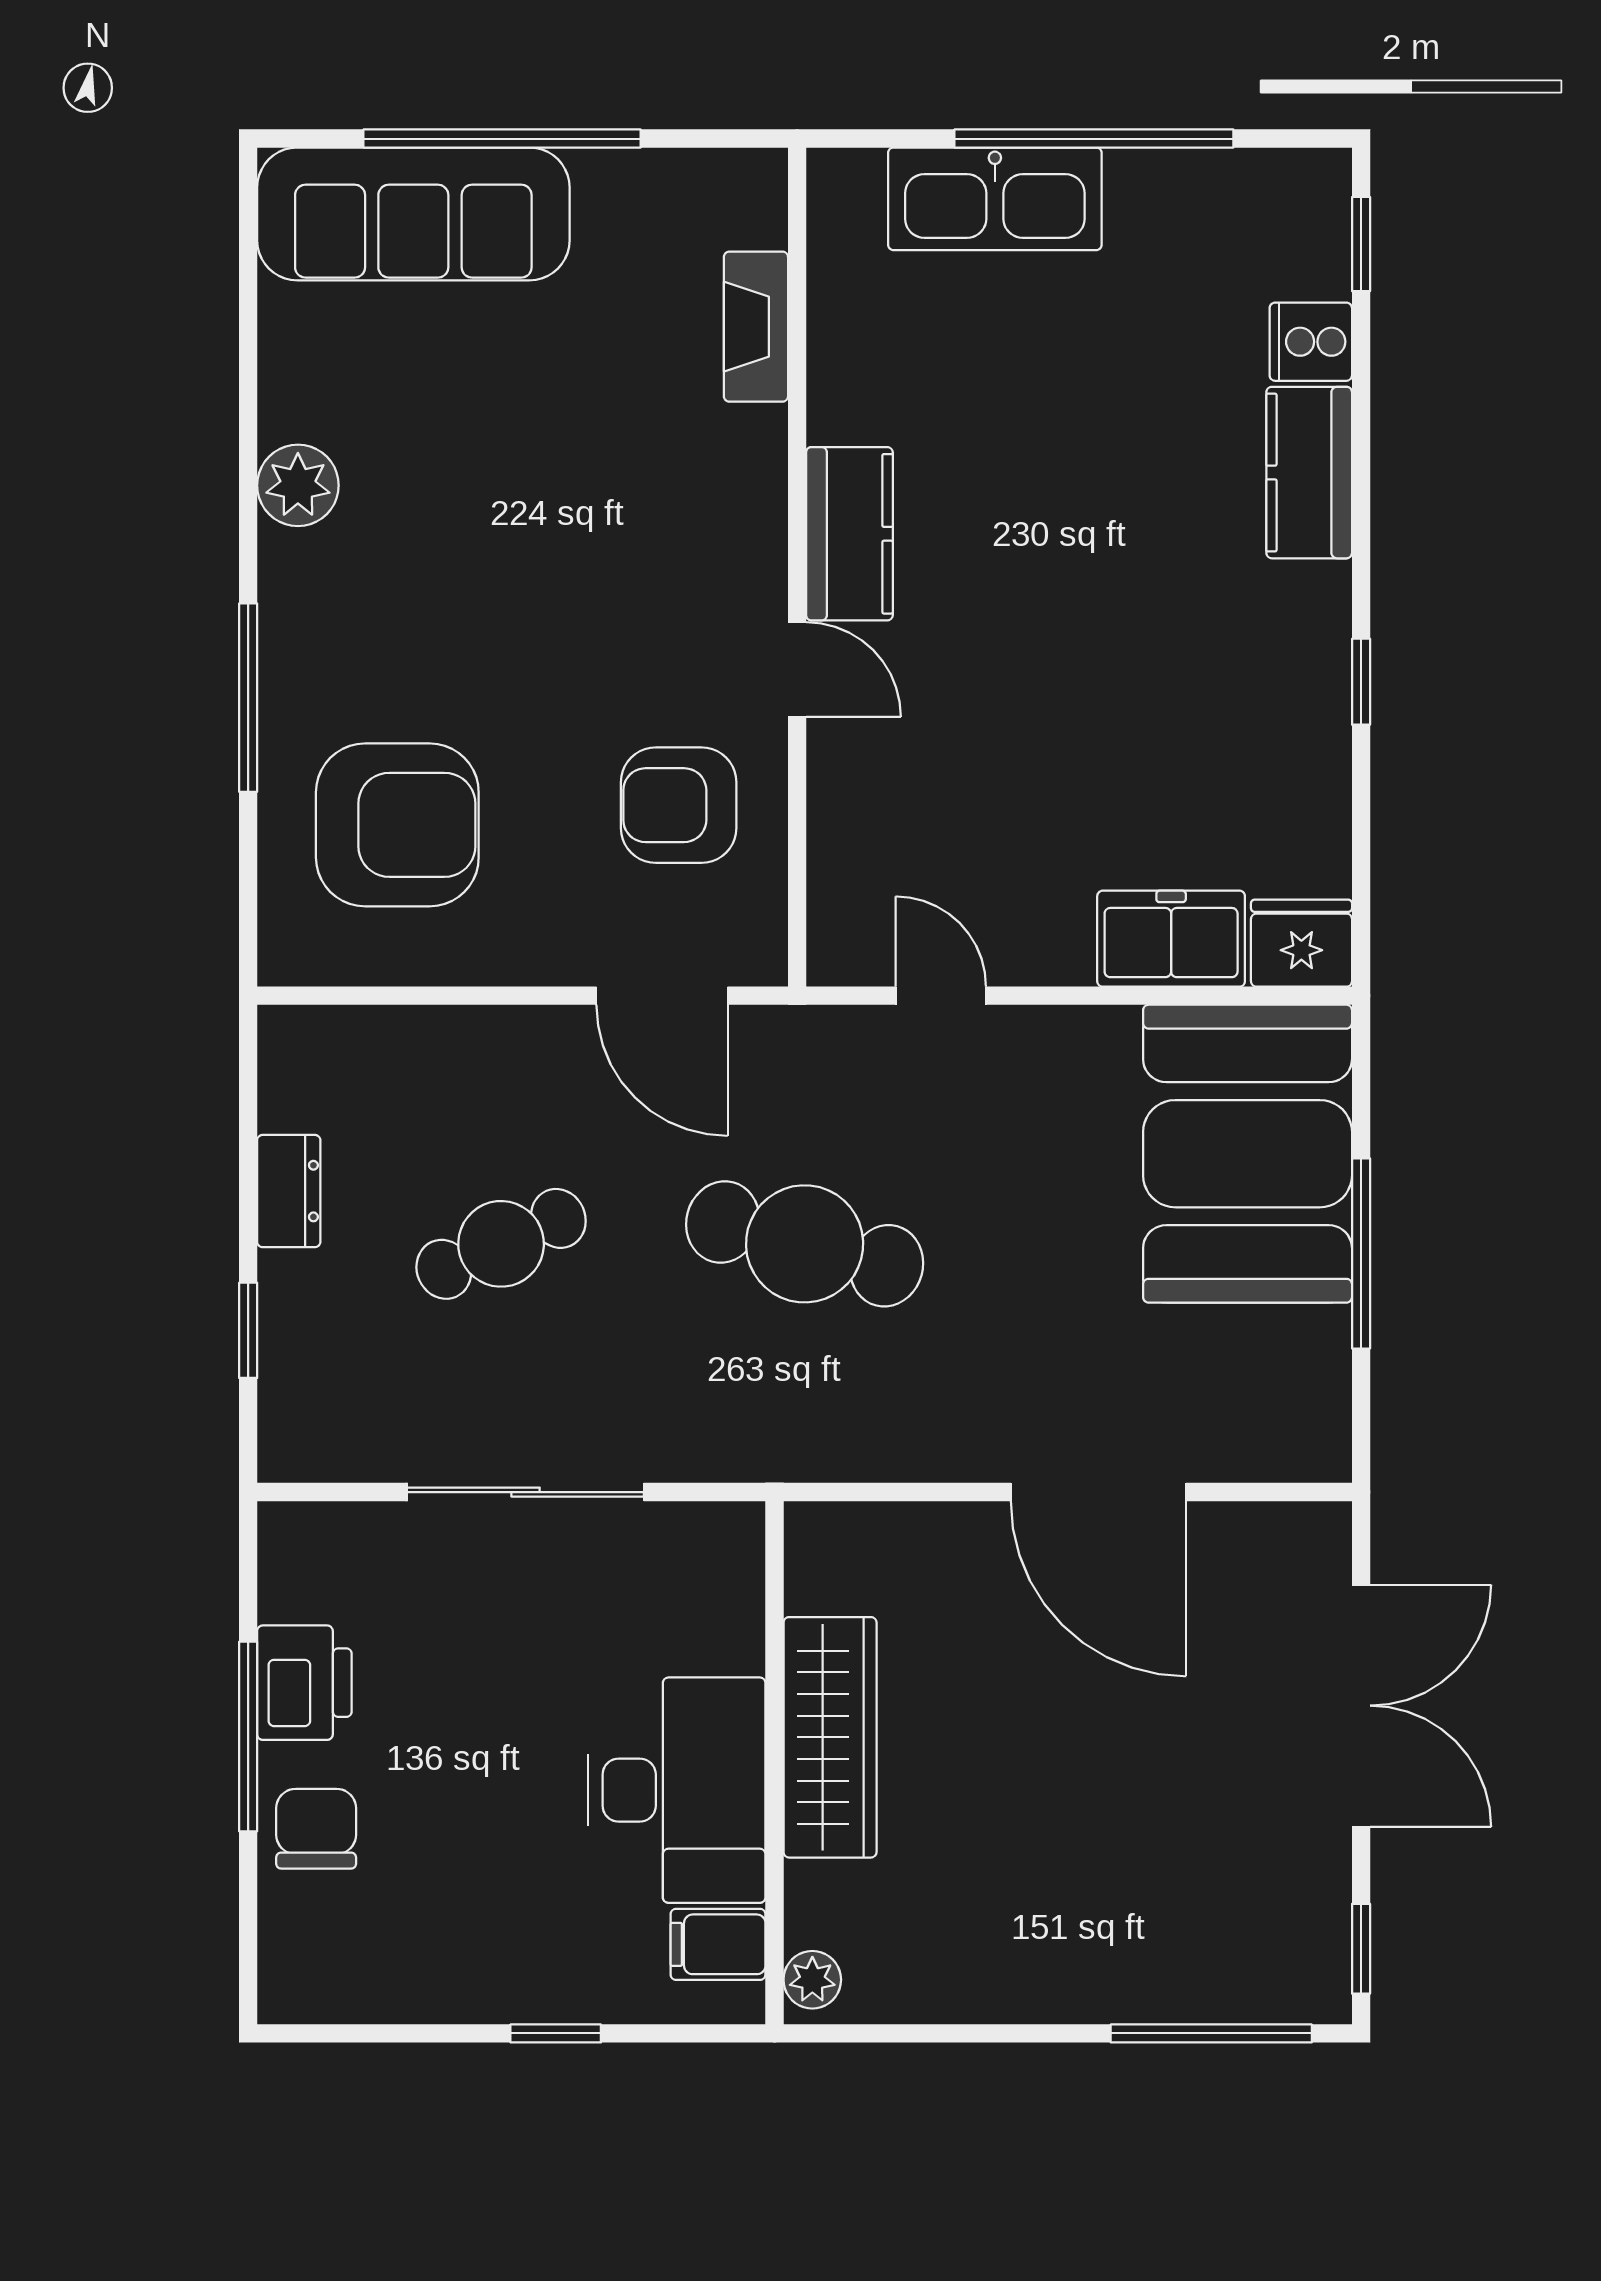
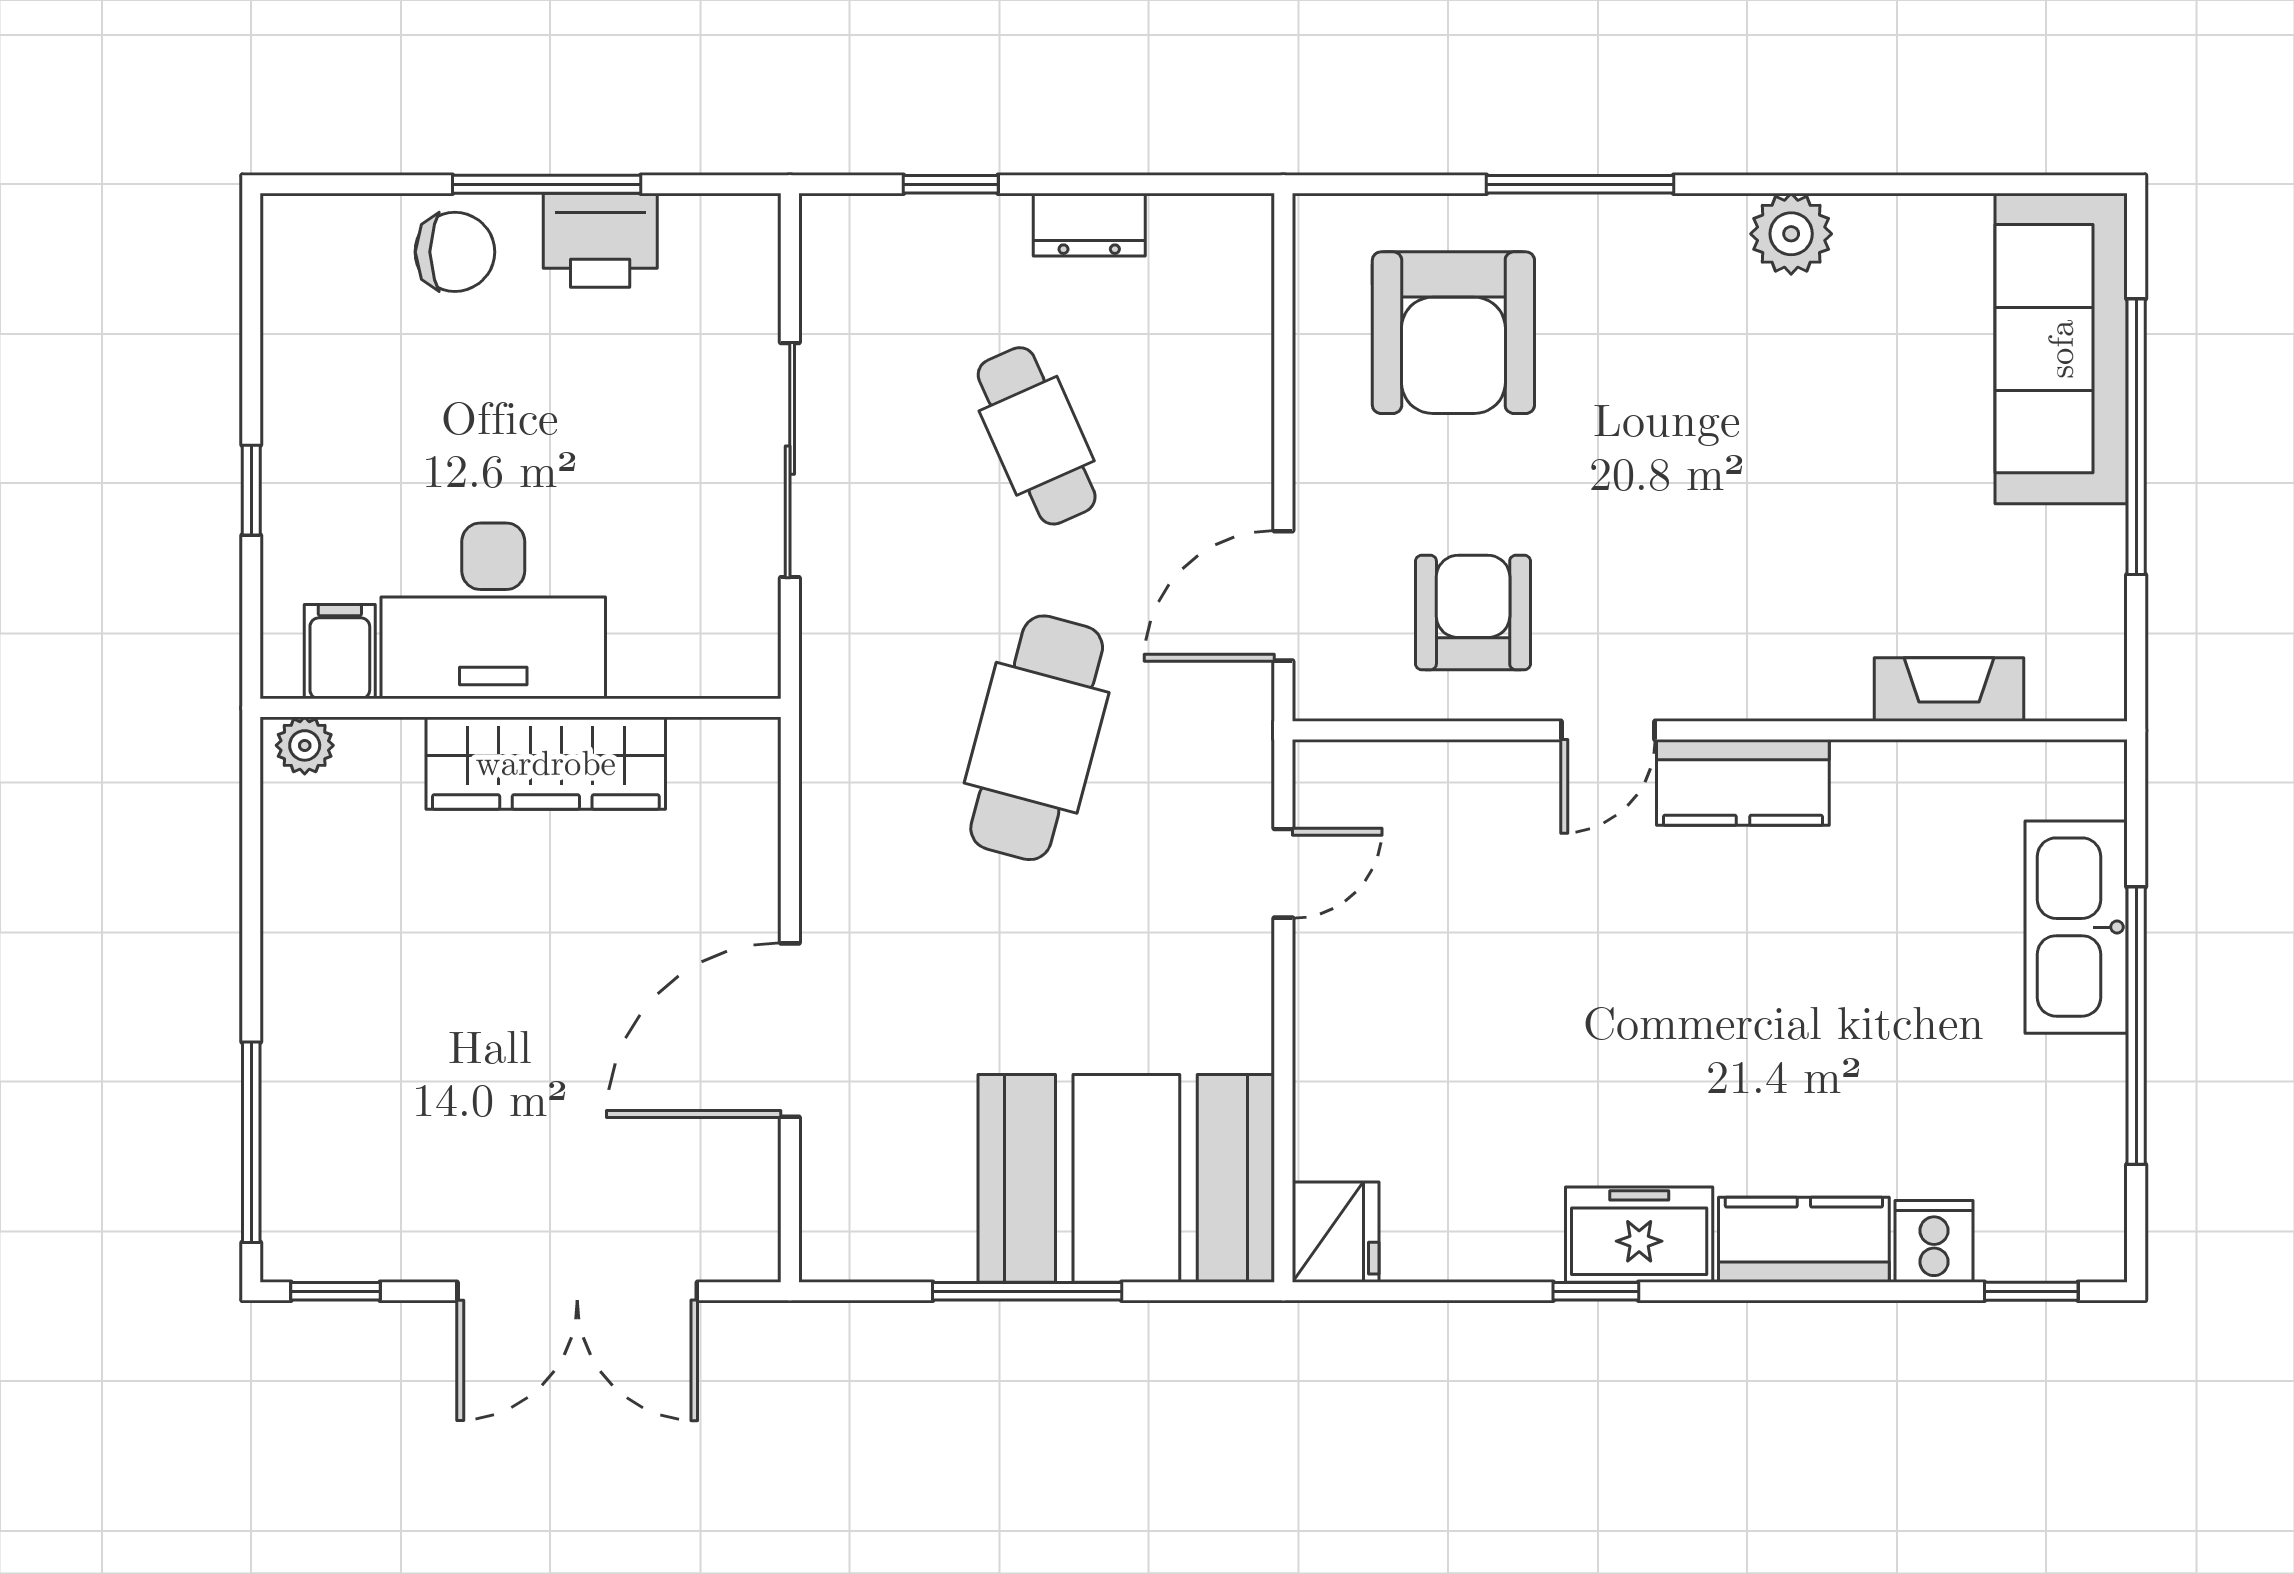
freezer: (1171, 939) -> (1639, 1235), moved, turned -90

